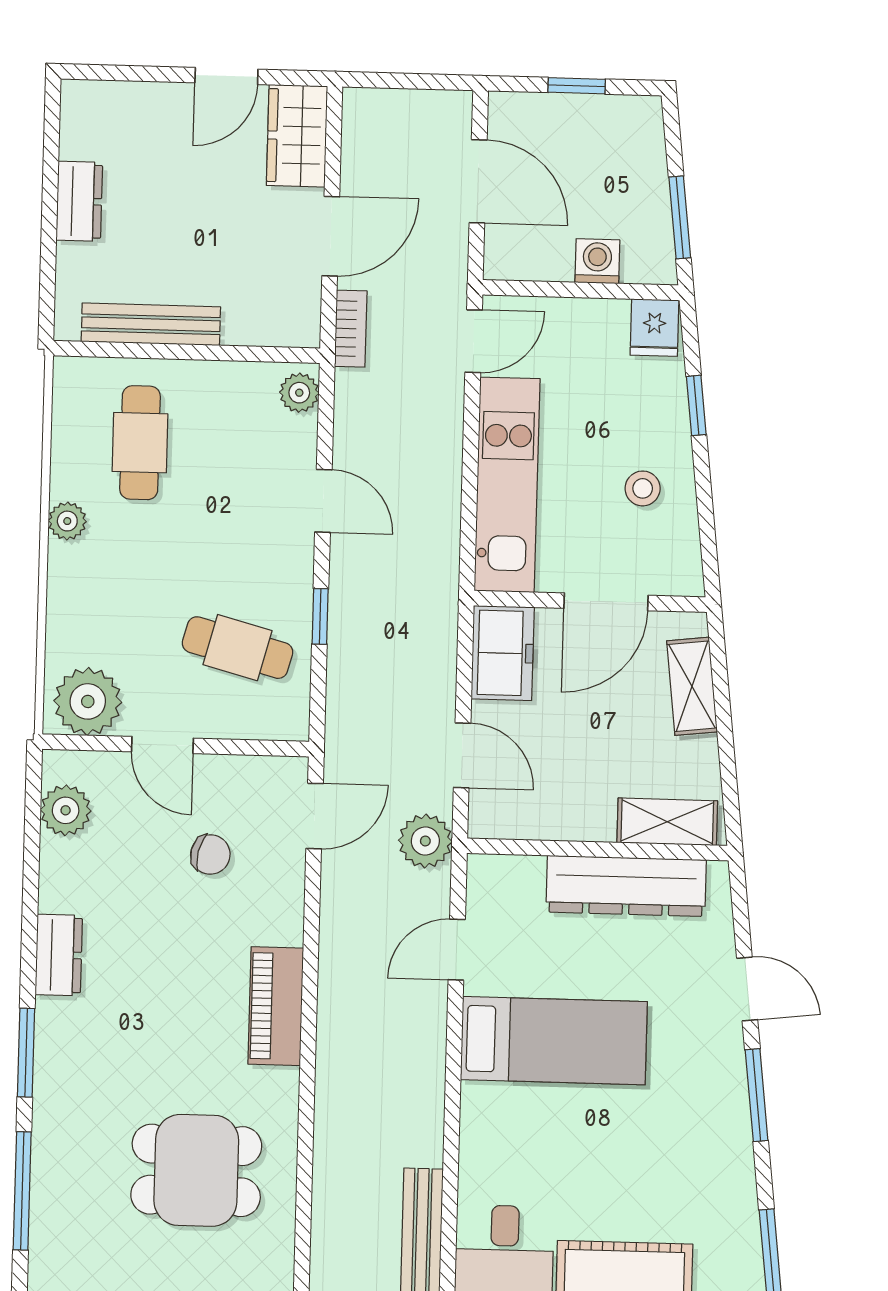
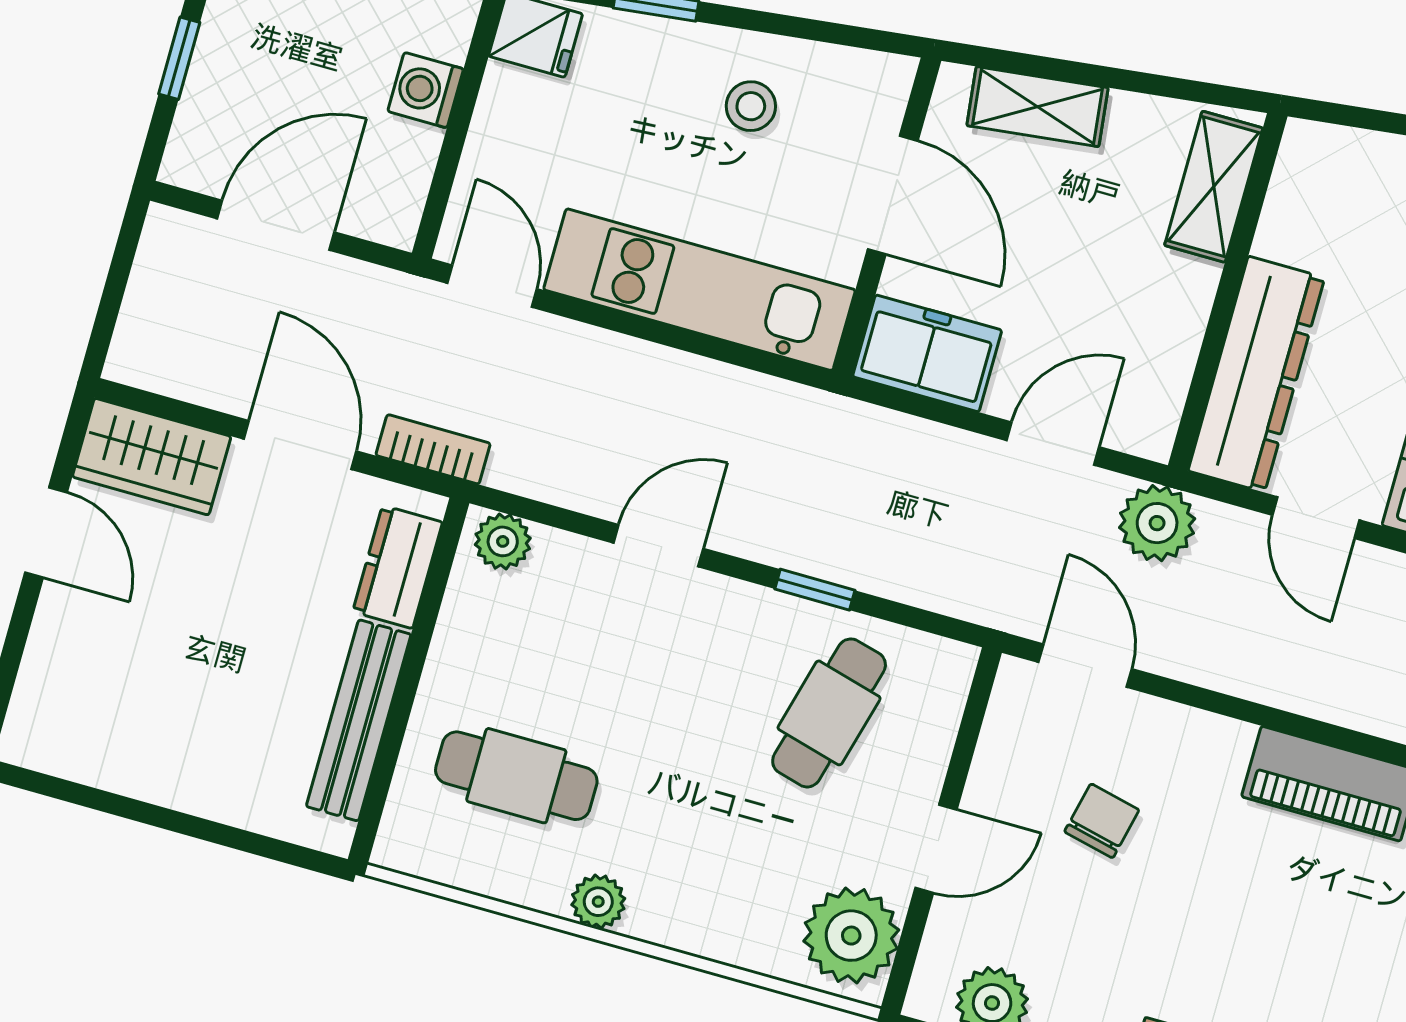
dresser: (79, 201) -> (398, 567), moved, turned -90
dresser: (626, 886) -> (1256, 374), moved

